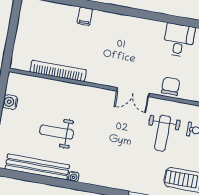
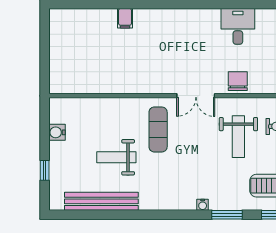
bookcase: (58, 71) -> (105, 87), removed
exercise mat: (96, 115) -> (158, 129), added
water cooler: (74, 177) -> (203, 205), moved

